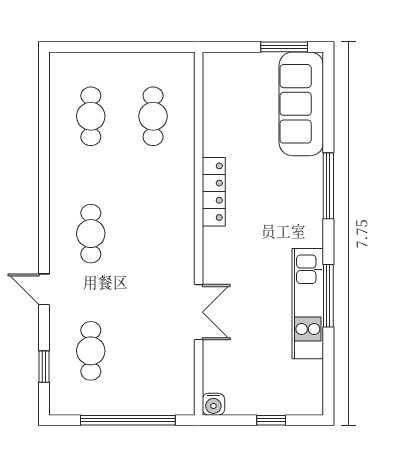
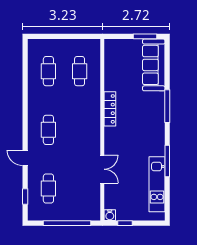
kitchen unit: (308, 304) -> (157, 184), moved
window: (271, 420) -> (125, 223), moved

